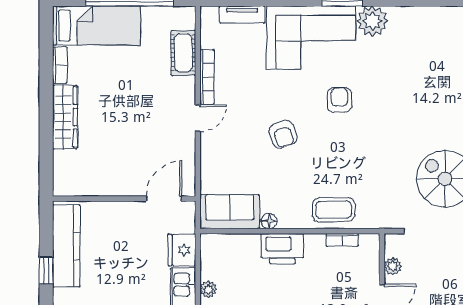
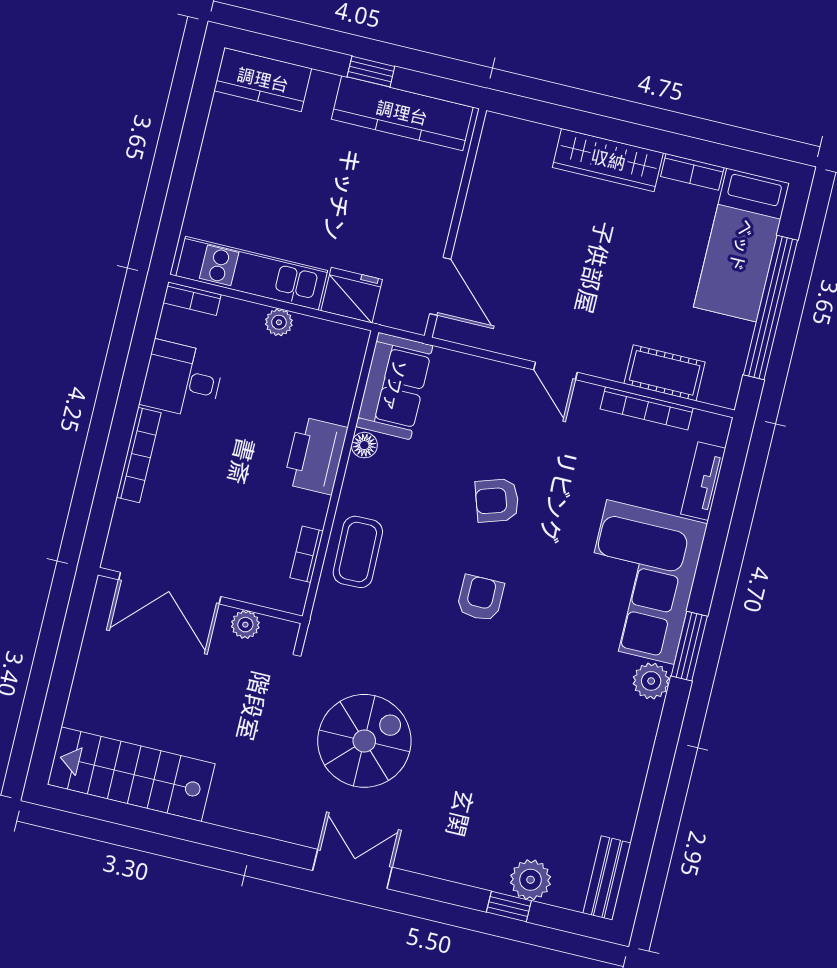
plant: (372, 21) -> (651, 681), width x0.73, depth x0.73
bookcase: (207, 77) -> (647, 408), moved
armchair: (339, 100) -> (480, 598), moved, turned -90

